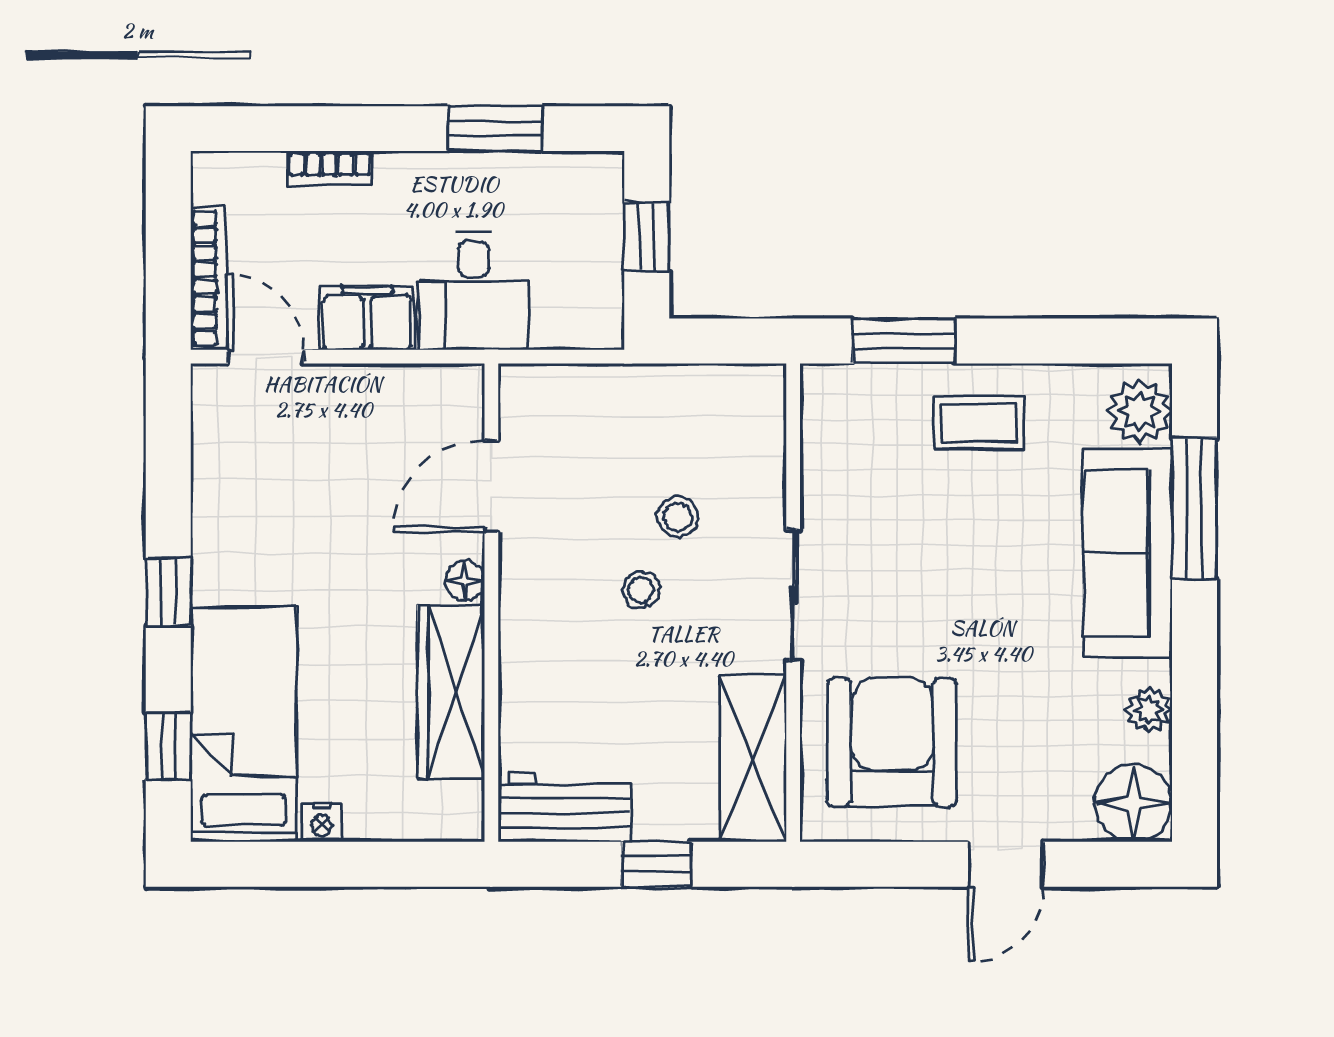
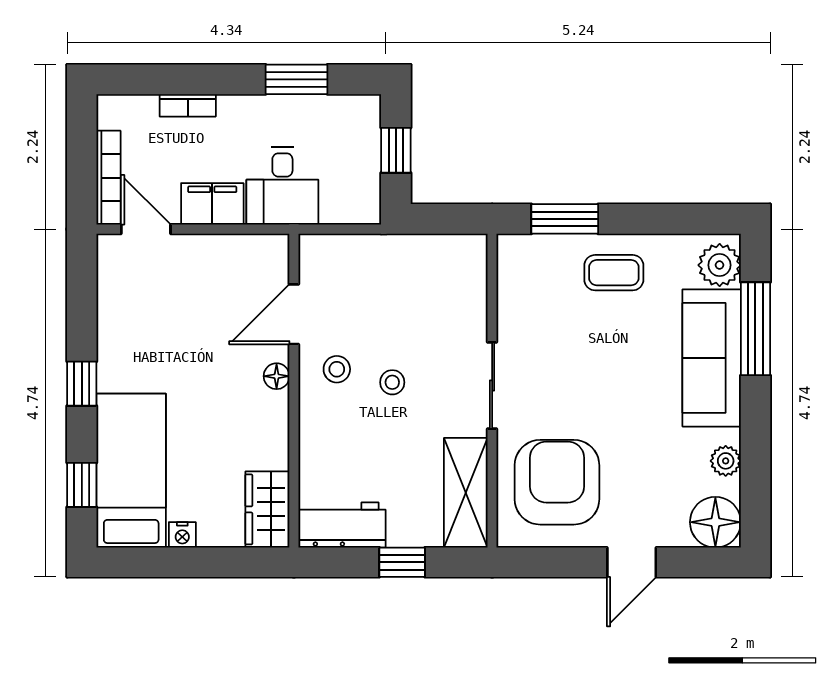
stool: (678, 517) -> (337, 369), moved
wardrobe: (451, 692) -> (267, 509), moved, width x0.67

